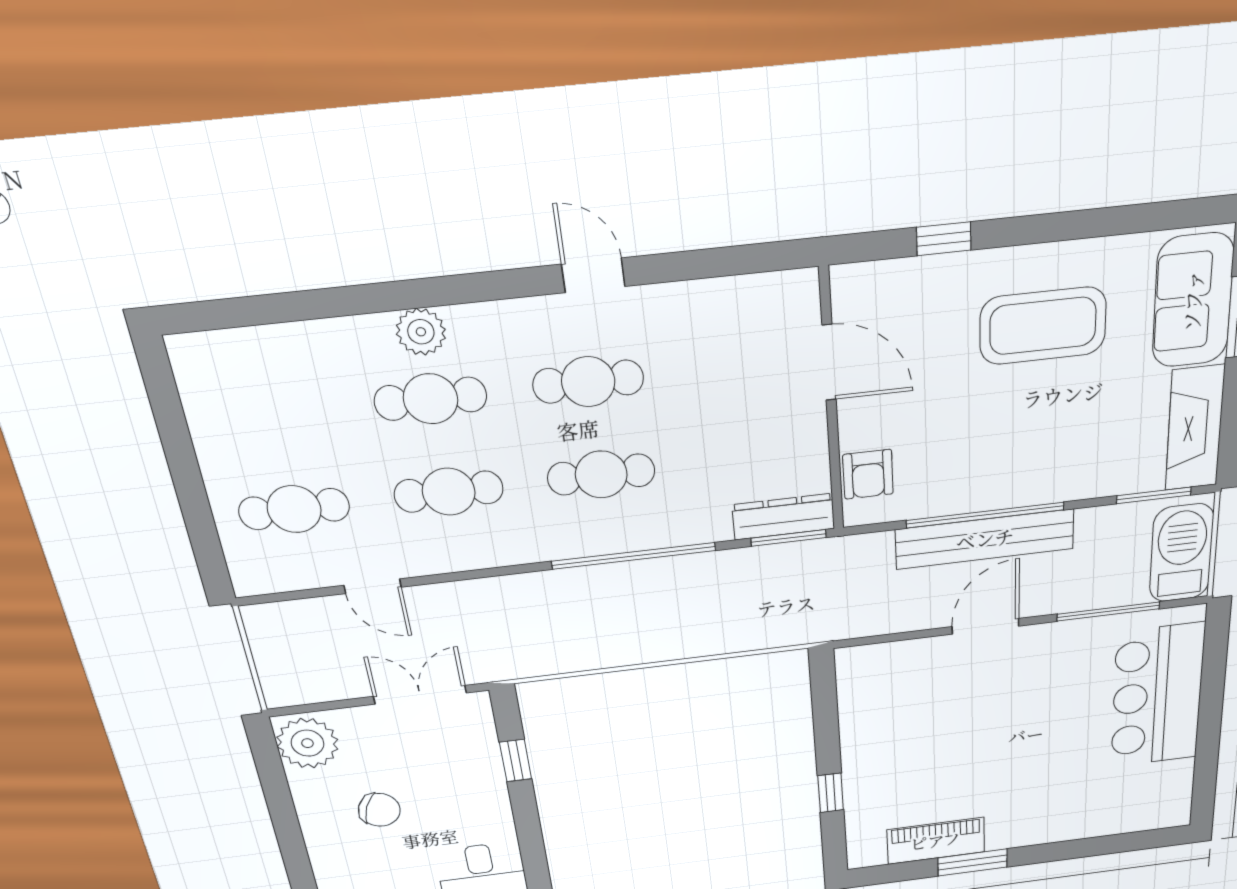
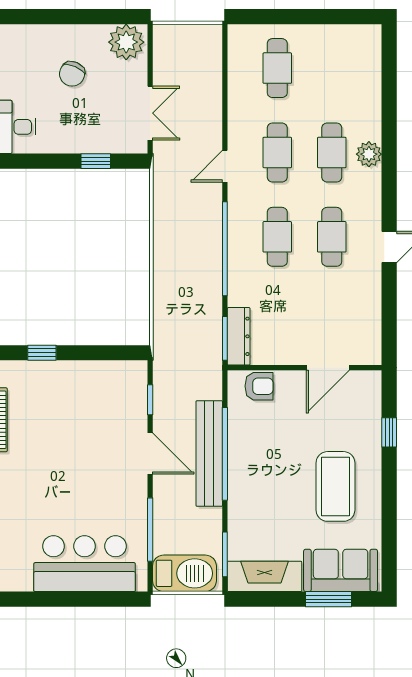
armchair: (868, 474) -> (259, 386), turned 180
door: (373, 586) -> (225, 166), moved
window: (898, 637) -> (150, 400), added

